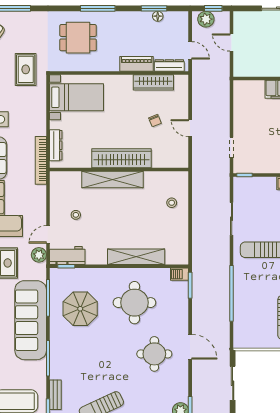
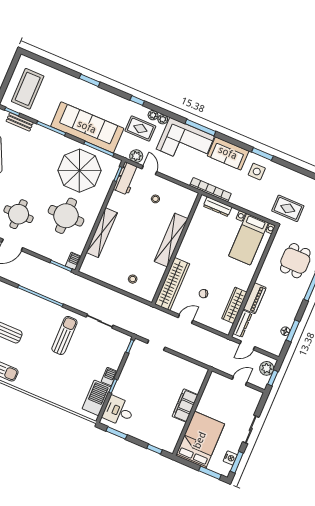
wardrobe: (122, 158) -> (172, 284), moved
parasol: (80, 309) -> (79, 171), width x1.36, depth x1.36

